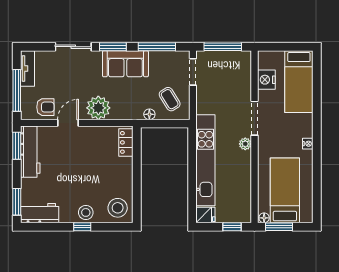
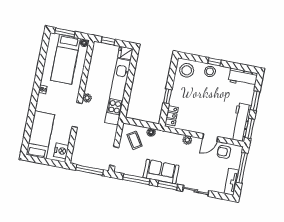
nightstand: (266, 80) -> (61, 151), moved
plant: (98, 108) -> (187, 140), width x0.53, depth x0.53
window: (137, 168) -> (167, 96), added
window: (17, 202) -> (255, 101), moved
window: (279, 227) -> (65, 32), moved

